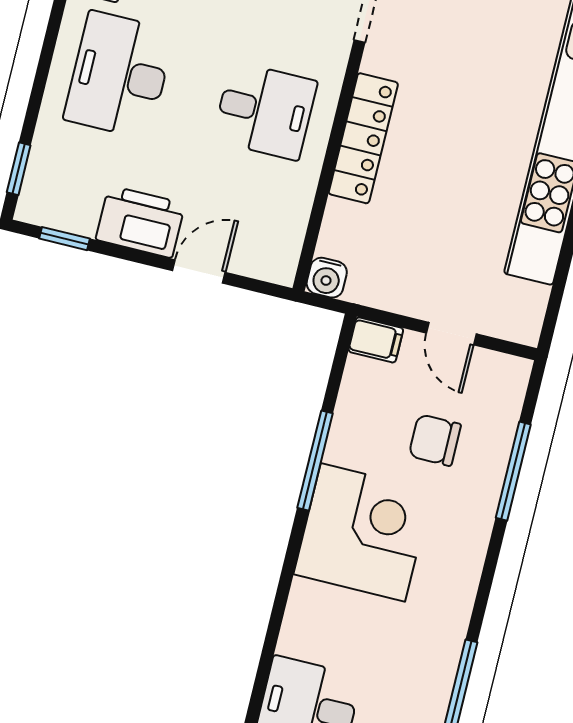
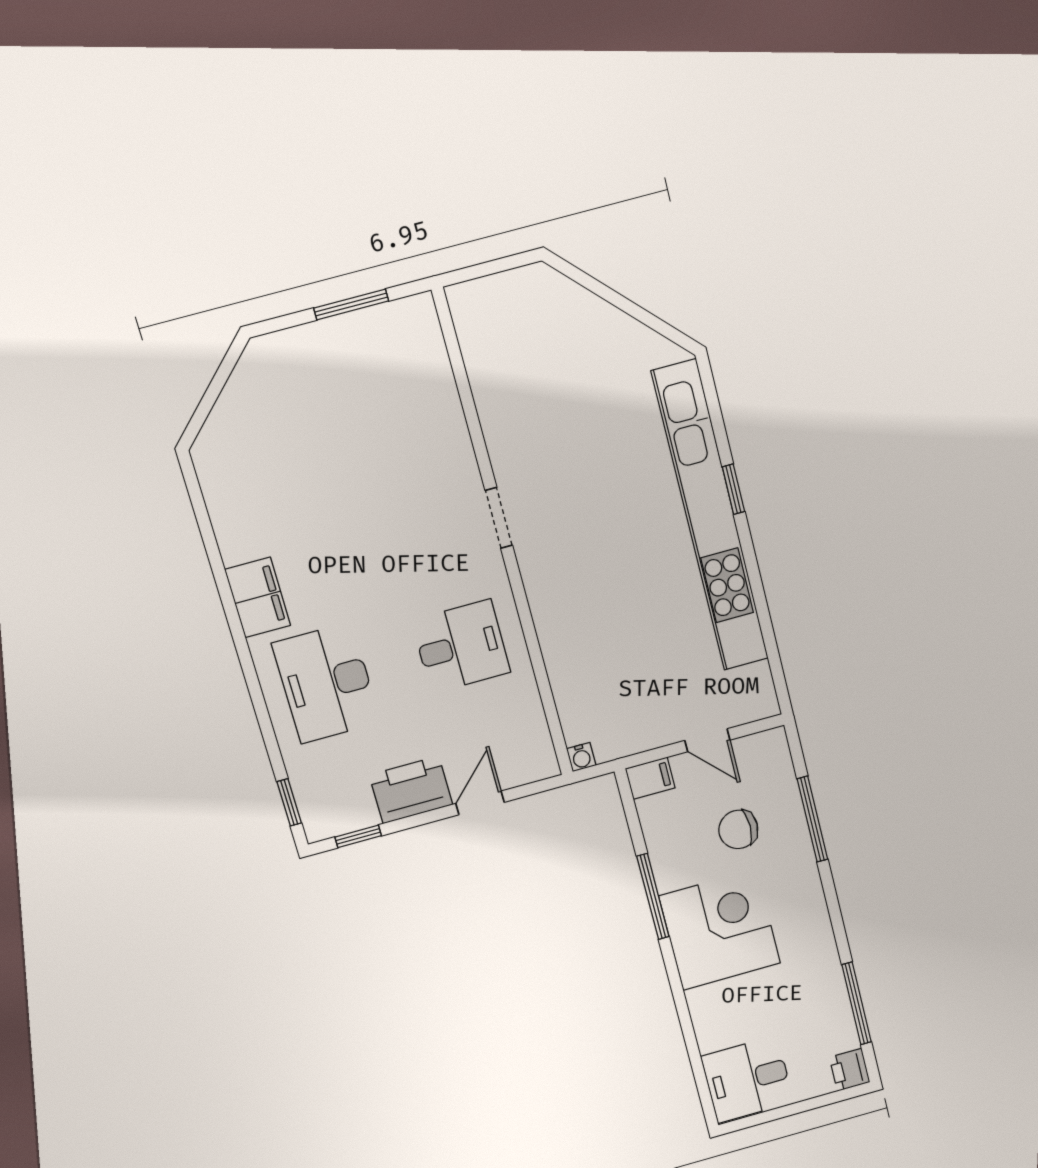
locker: (363, 138) -> (553, 624), removed
water cooler: (327, 278) -> (581, 757), width x0.72, depth x0.72

